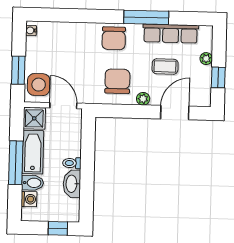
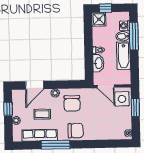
chair: (114, 38) -> (76, 131), turned 90
shower: (34, 118) -> (99, 19), moved
window: (16, 163) -> (134, 36), moved
washbasin: (72, 184) -> (98, 63), moved

